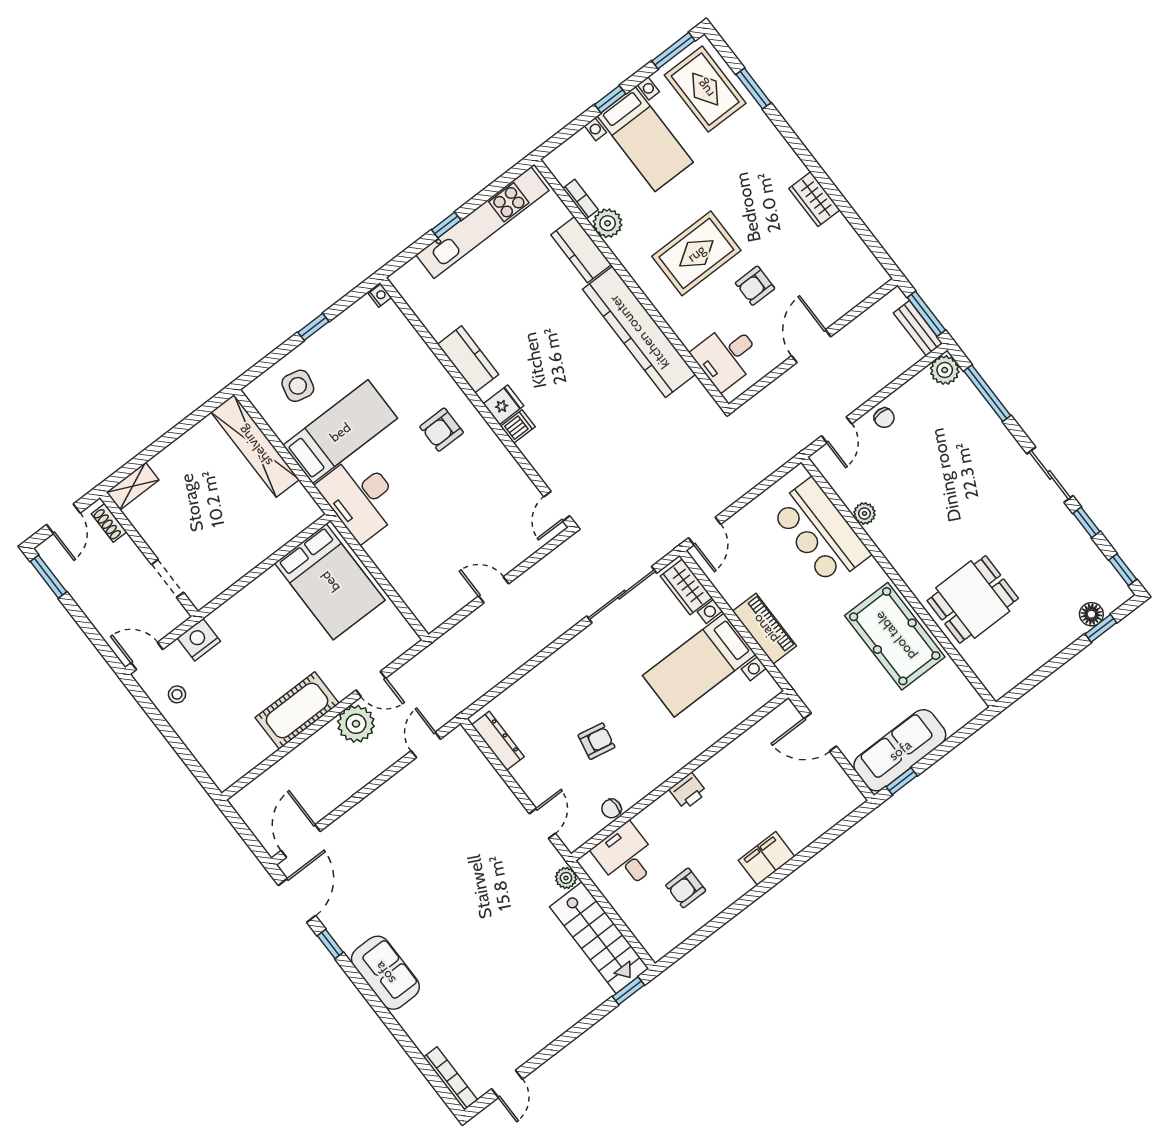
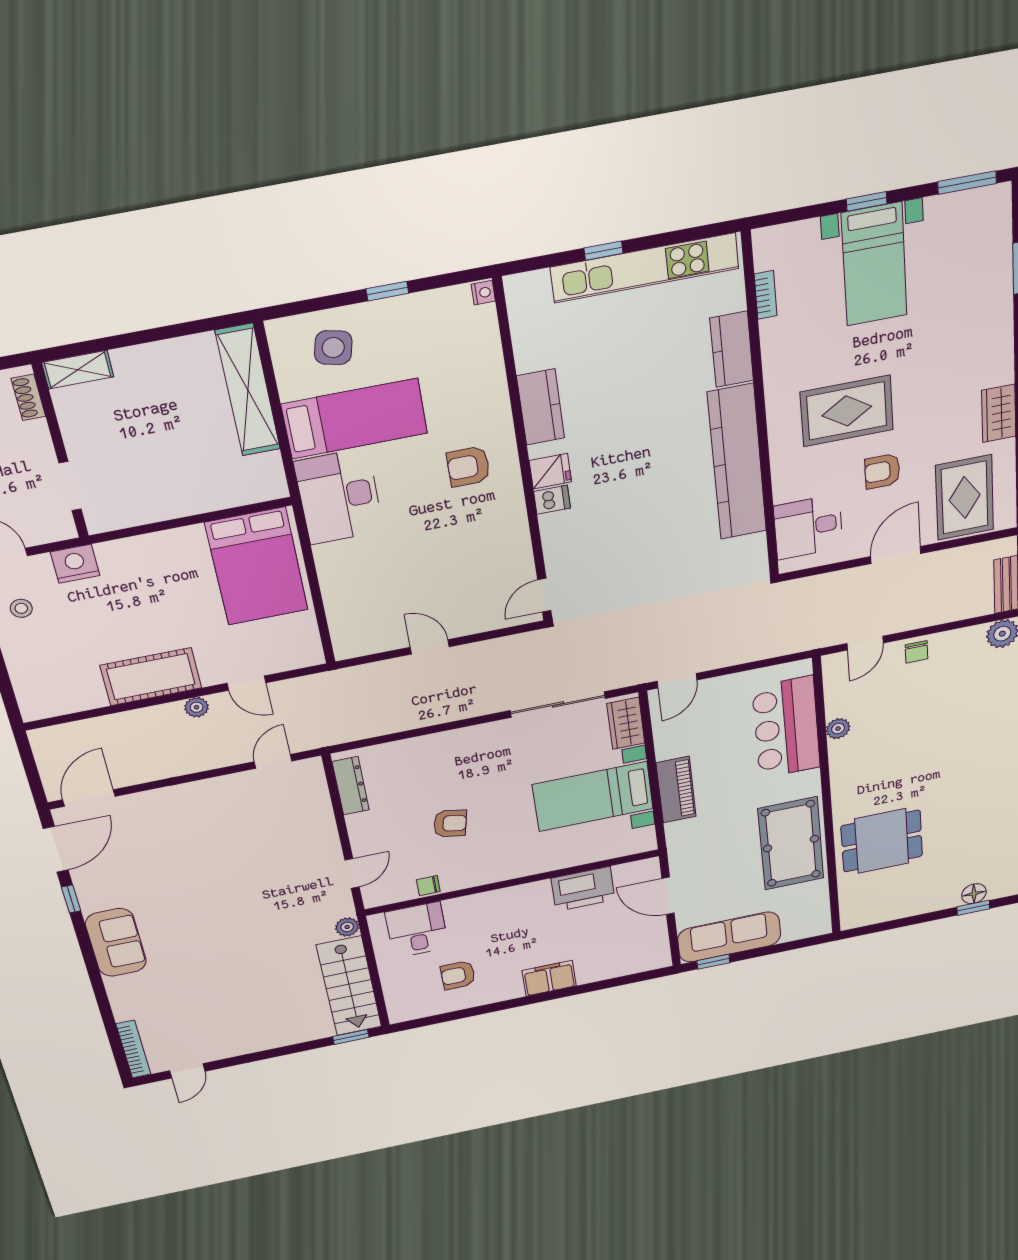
rug: (705, 89) -> (965, 498), moved
plant: (608, 223) -> (777, 335), removed
plant: (356, 724) -> (197, 707), width x0.53, depth x0.53
printer: (688, 791) -> (583, 889), moved, width x1.87, depth x1.48

